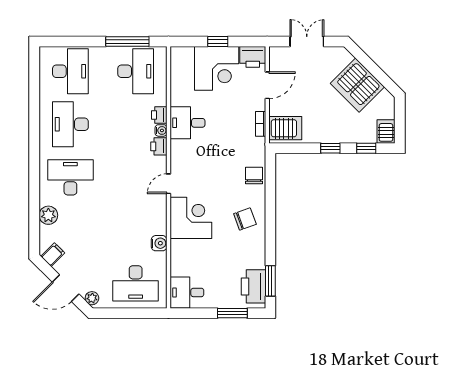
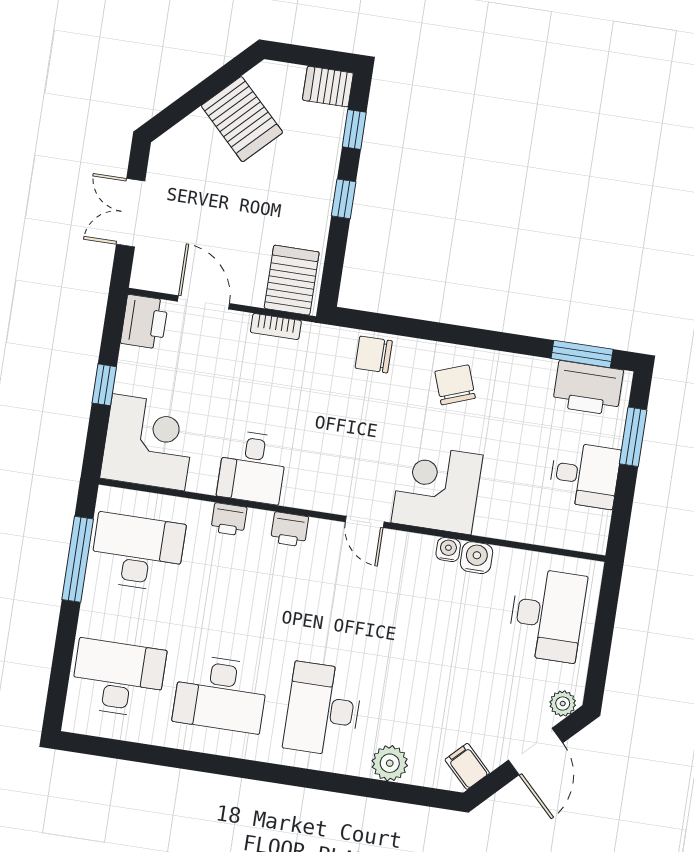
corner desk: (217, 68) -> (148, 442), moved
server rack: (357, 85) -> (242, 119), width x0.62
water cooler: (161, 130) -> (448, 550), moved
desk: (187, 292) -> (585, 475), moved, turned -90

